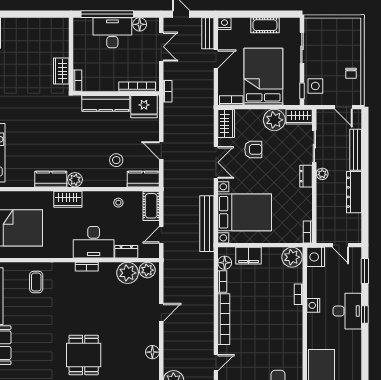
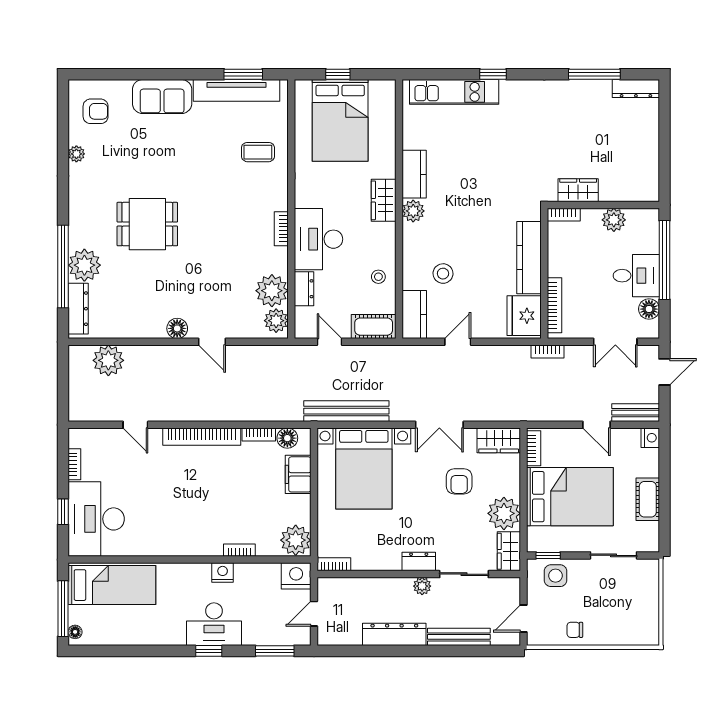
desk: (112, 33) -> (636, 276), width x0.73
plant: (81, 48) -> (614, 220), added
floor lamp: (152, 352) -> (177, 328), moved

